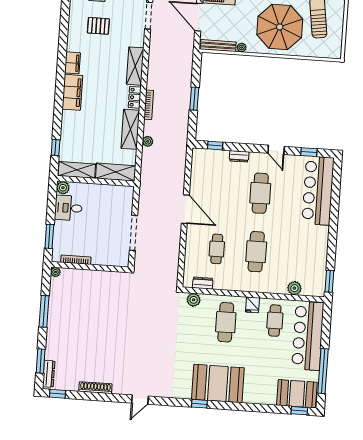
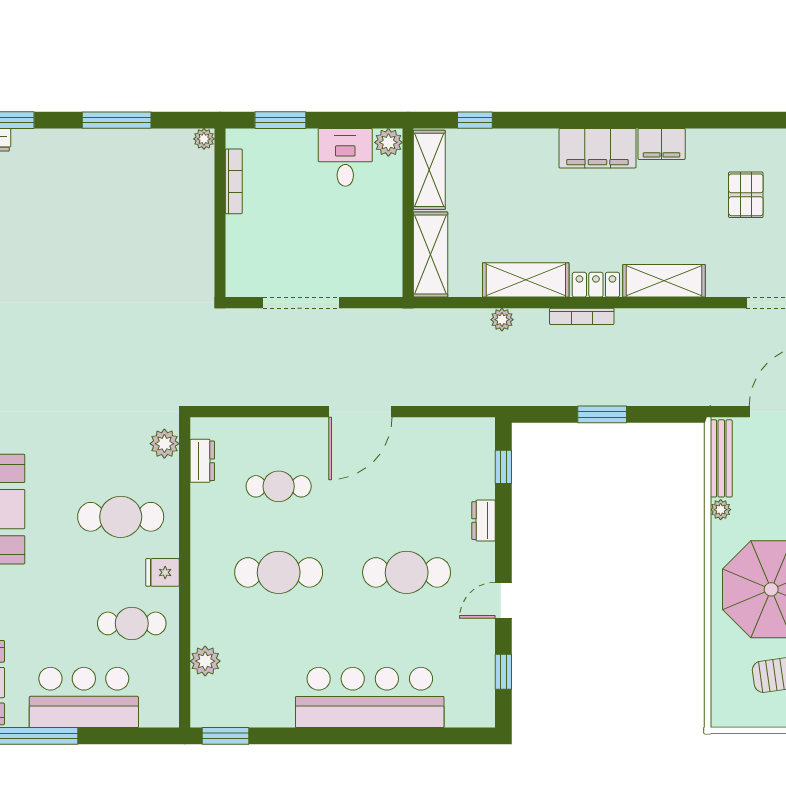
bar counter: (318, 191) -> (370, 697), moved
bar counter: (308, 336) -> (84, 697), width x0.73

